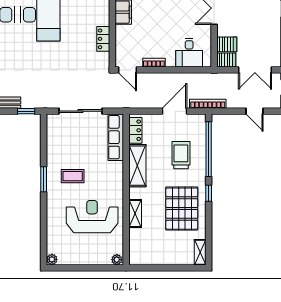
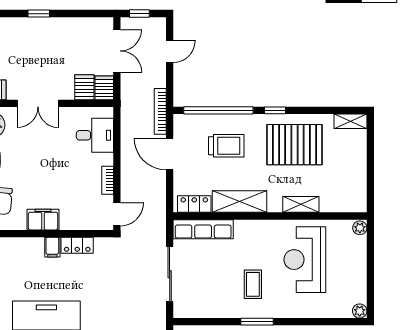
filing cabinet: (102, 19) -> (52, 247), added
trolley: (181, 155) -> (226, 146), turned 180

